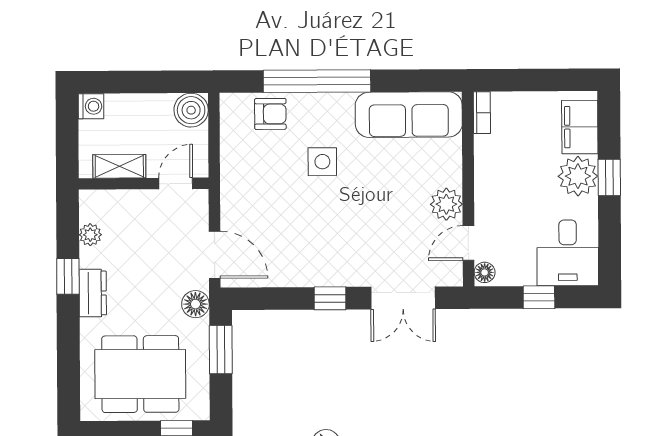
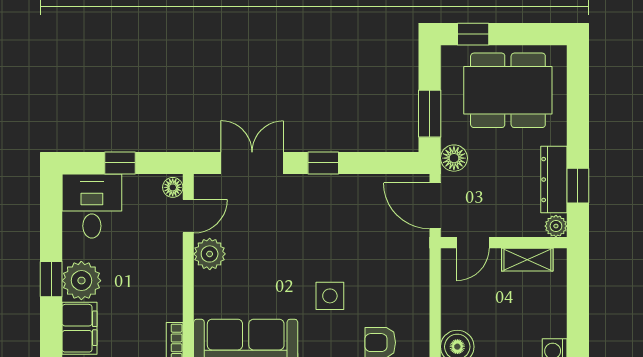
shelving: (119, 166) -> (527, 260), moved
door: (176, 183) -> (473, 243), moved
wall: (144, 184) -> (504, 243), moved
dresser: (93, 293) -> (554, 180), width x1.44

